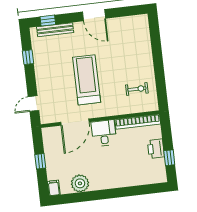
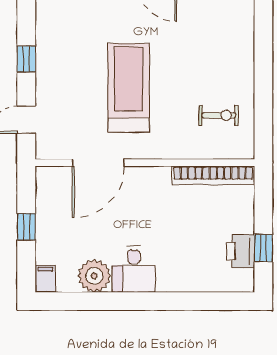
window: (28, 57) -> (26, 59), moved
desk: (104, 133) -> (134, 269), moved, turned 180
printer: (156, 149) -> (241, 251), moved

